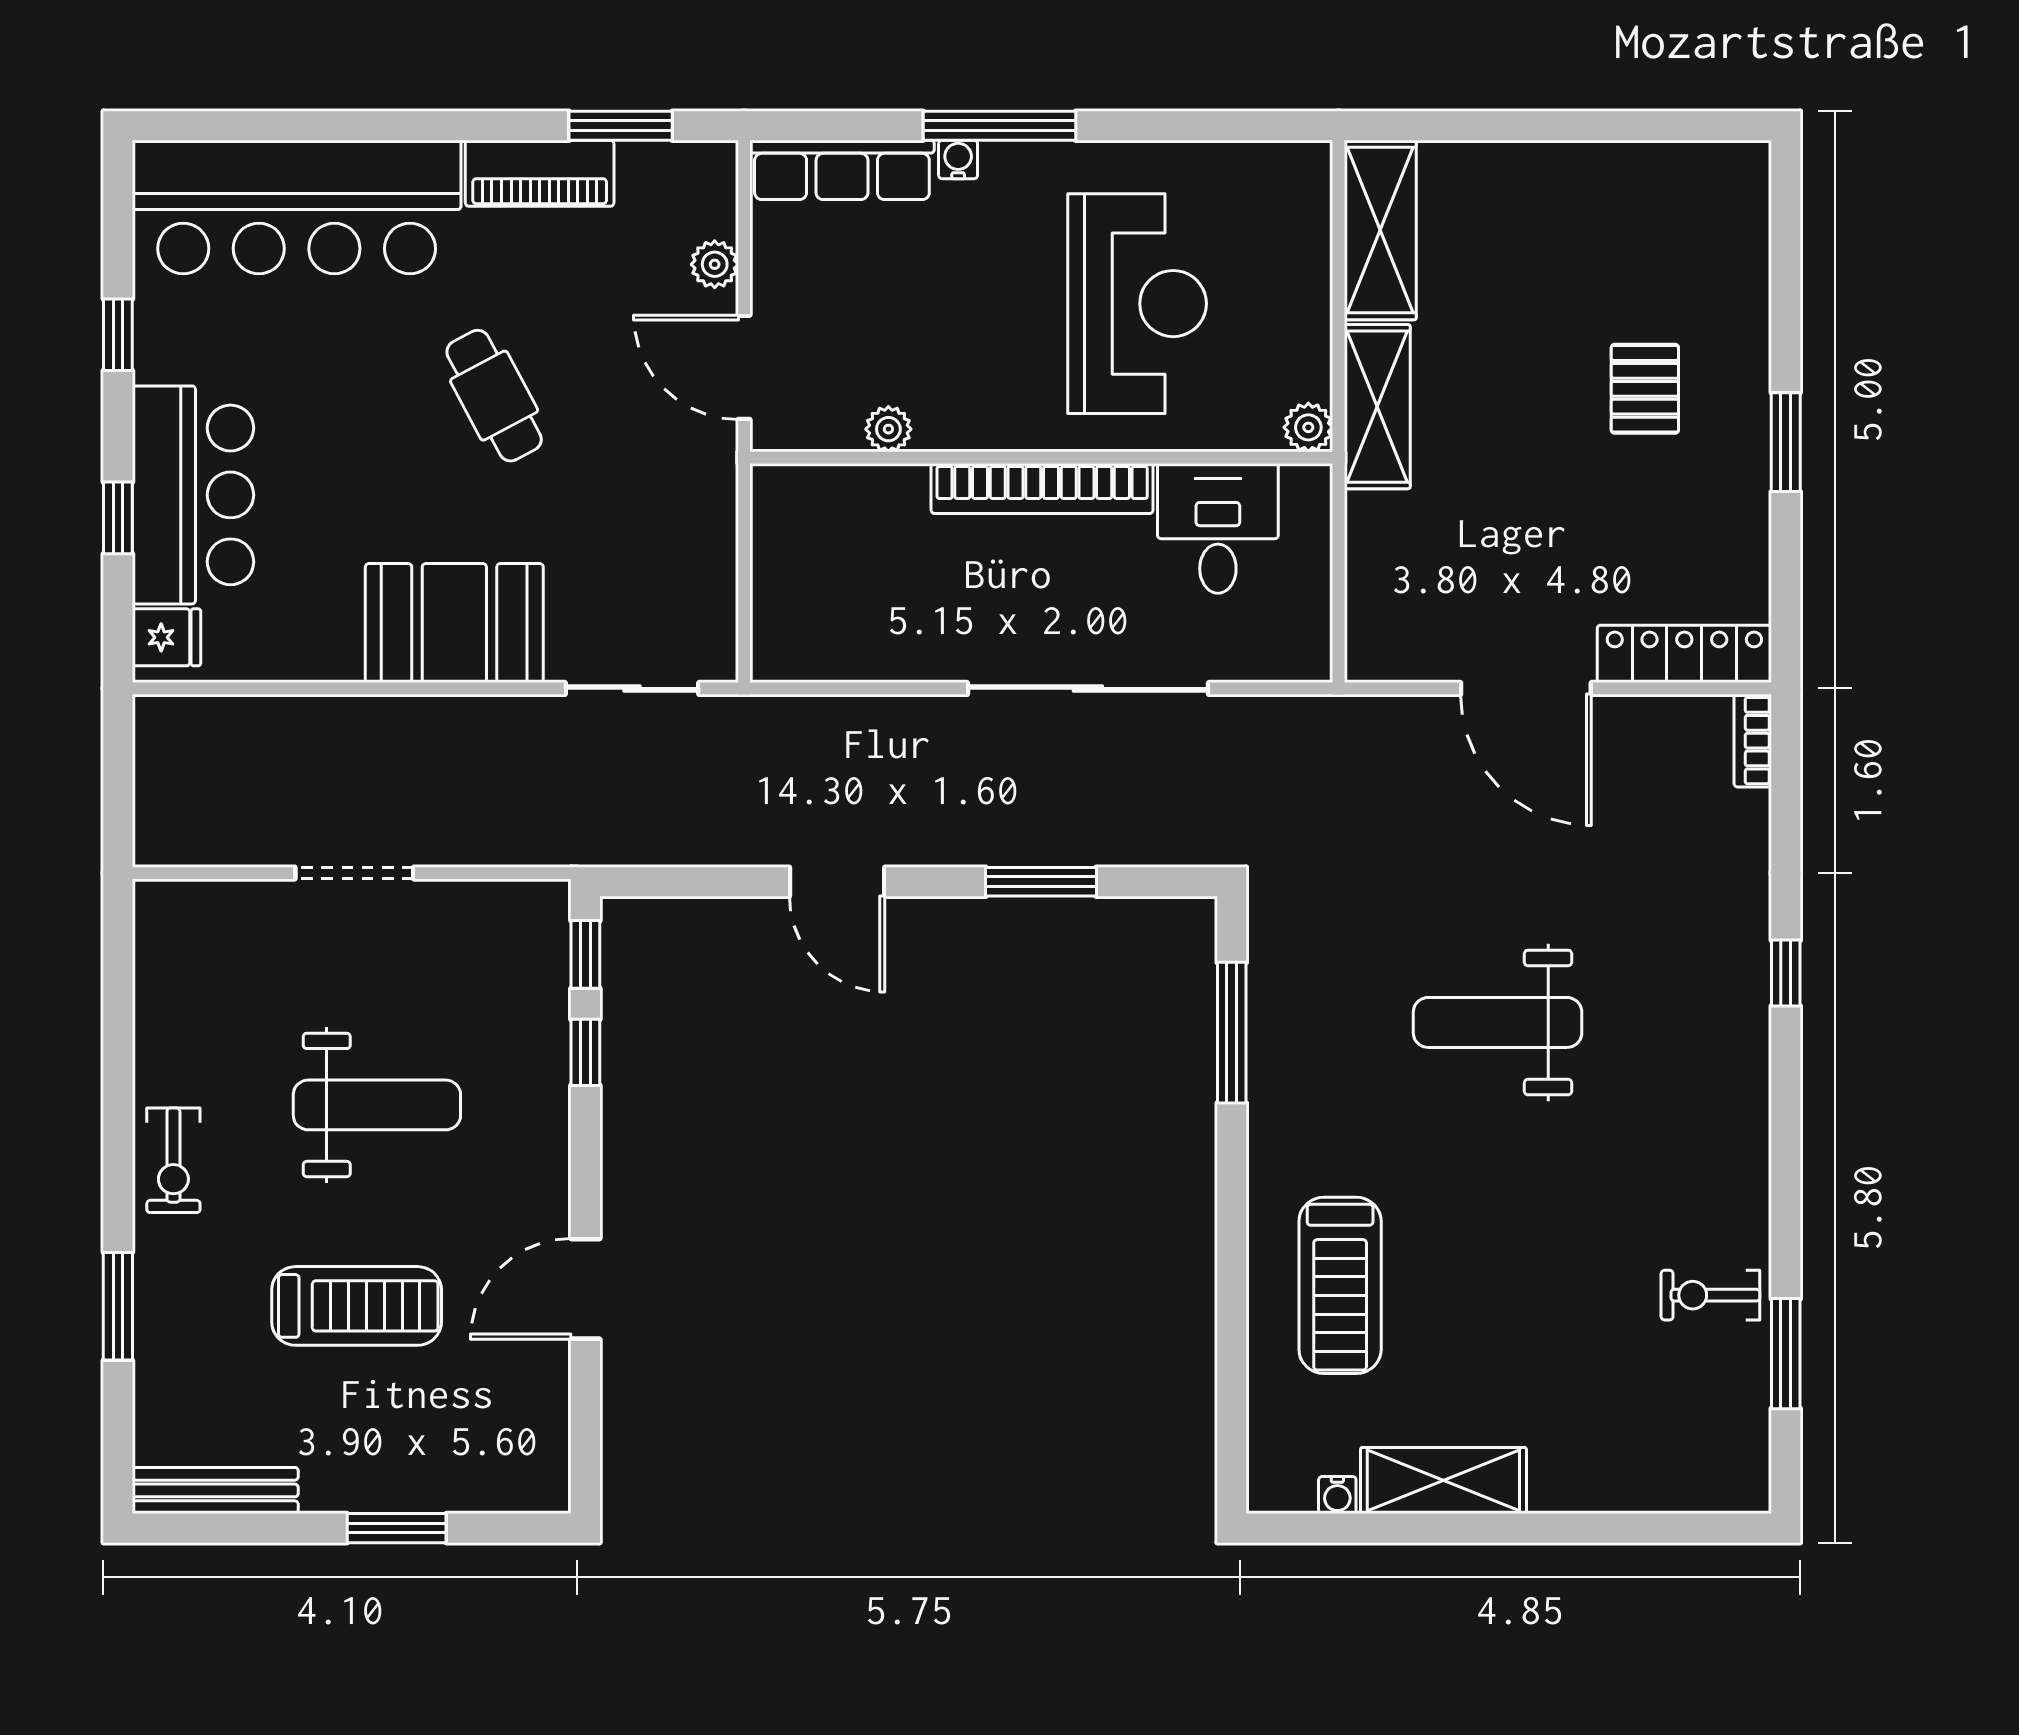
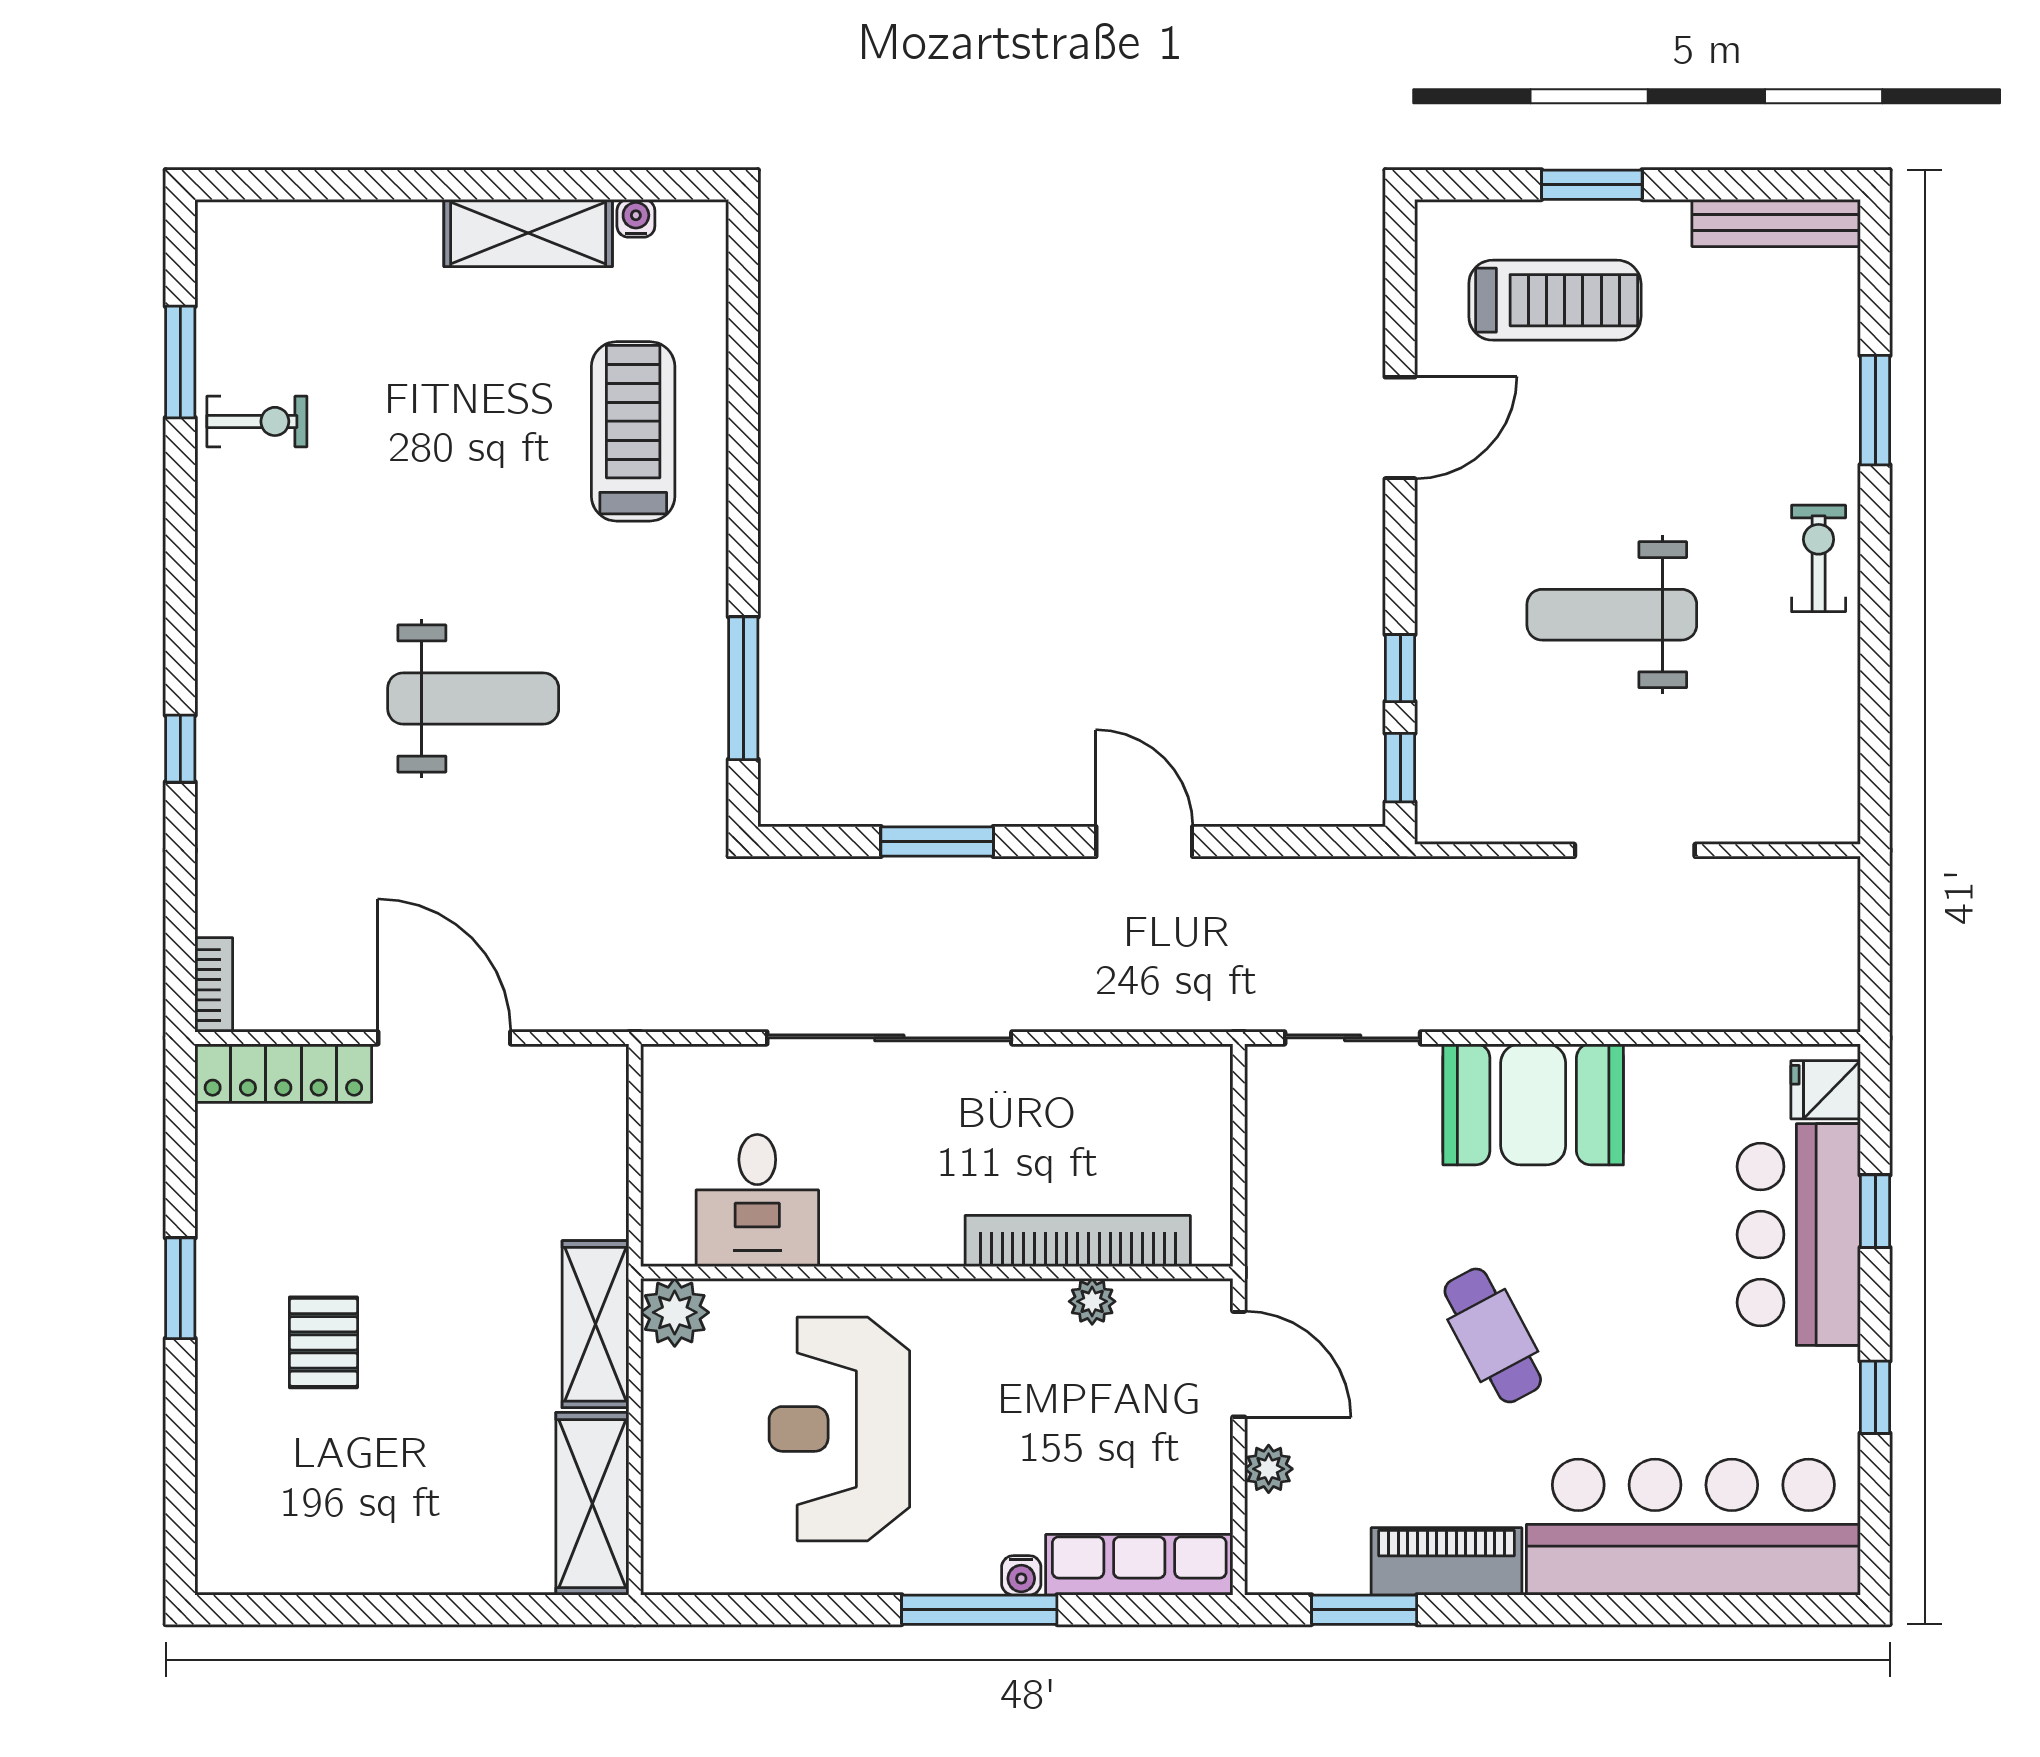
plant: (1308, 427) -> (675, 1312), width x1.38, depth x1.38
bookcase: (1042, 488) -> (1078, 1241), moved
treadmill: (357, 1306) -> (1555, 300), moved, turned 180

